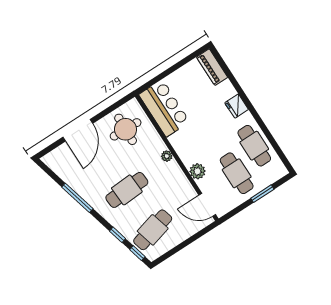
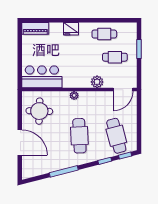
cafe table: (254, 146) -> (104, 34), width x0.73, depth x0.74
cafe table: (237, 173) -> (115, 57), width x0.73, depth x0.74

